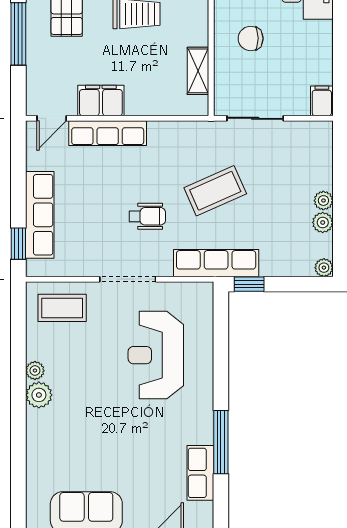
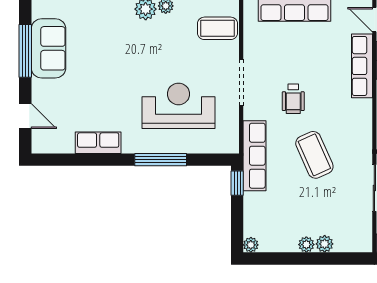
plant: (323, 222) -> (325, 244), moved
coffee table: (62, 308) -> (217, 28), turned 90
window: (221, 442) -> (161, 160), moved
row of seats: (200, 473) -> (98, 143), moved

